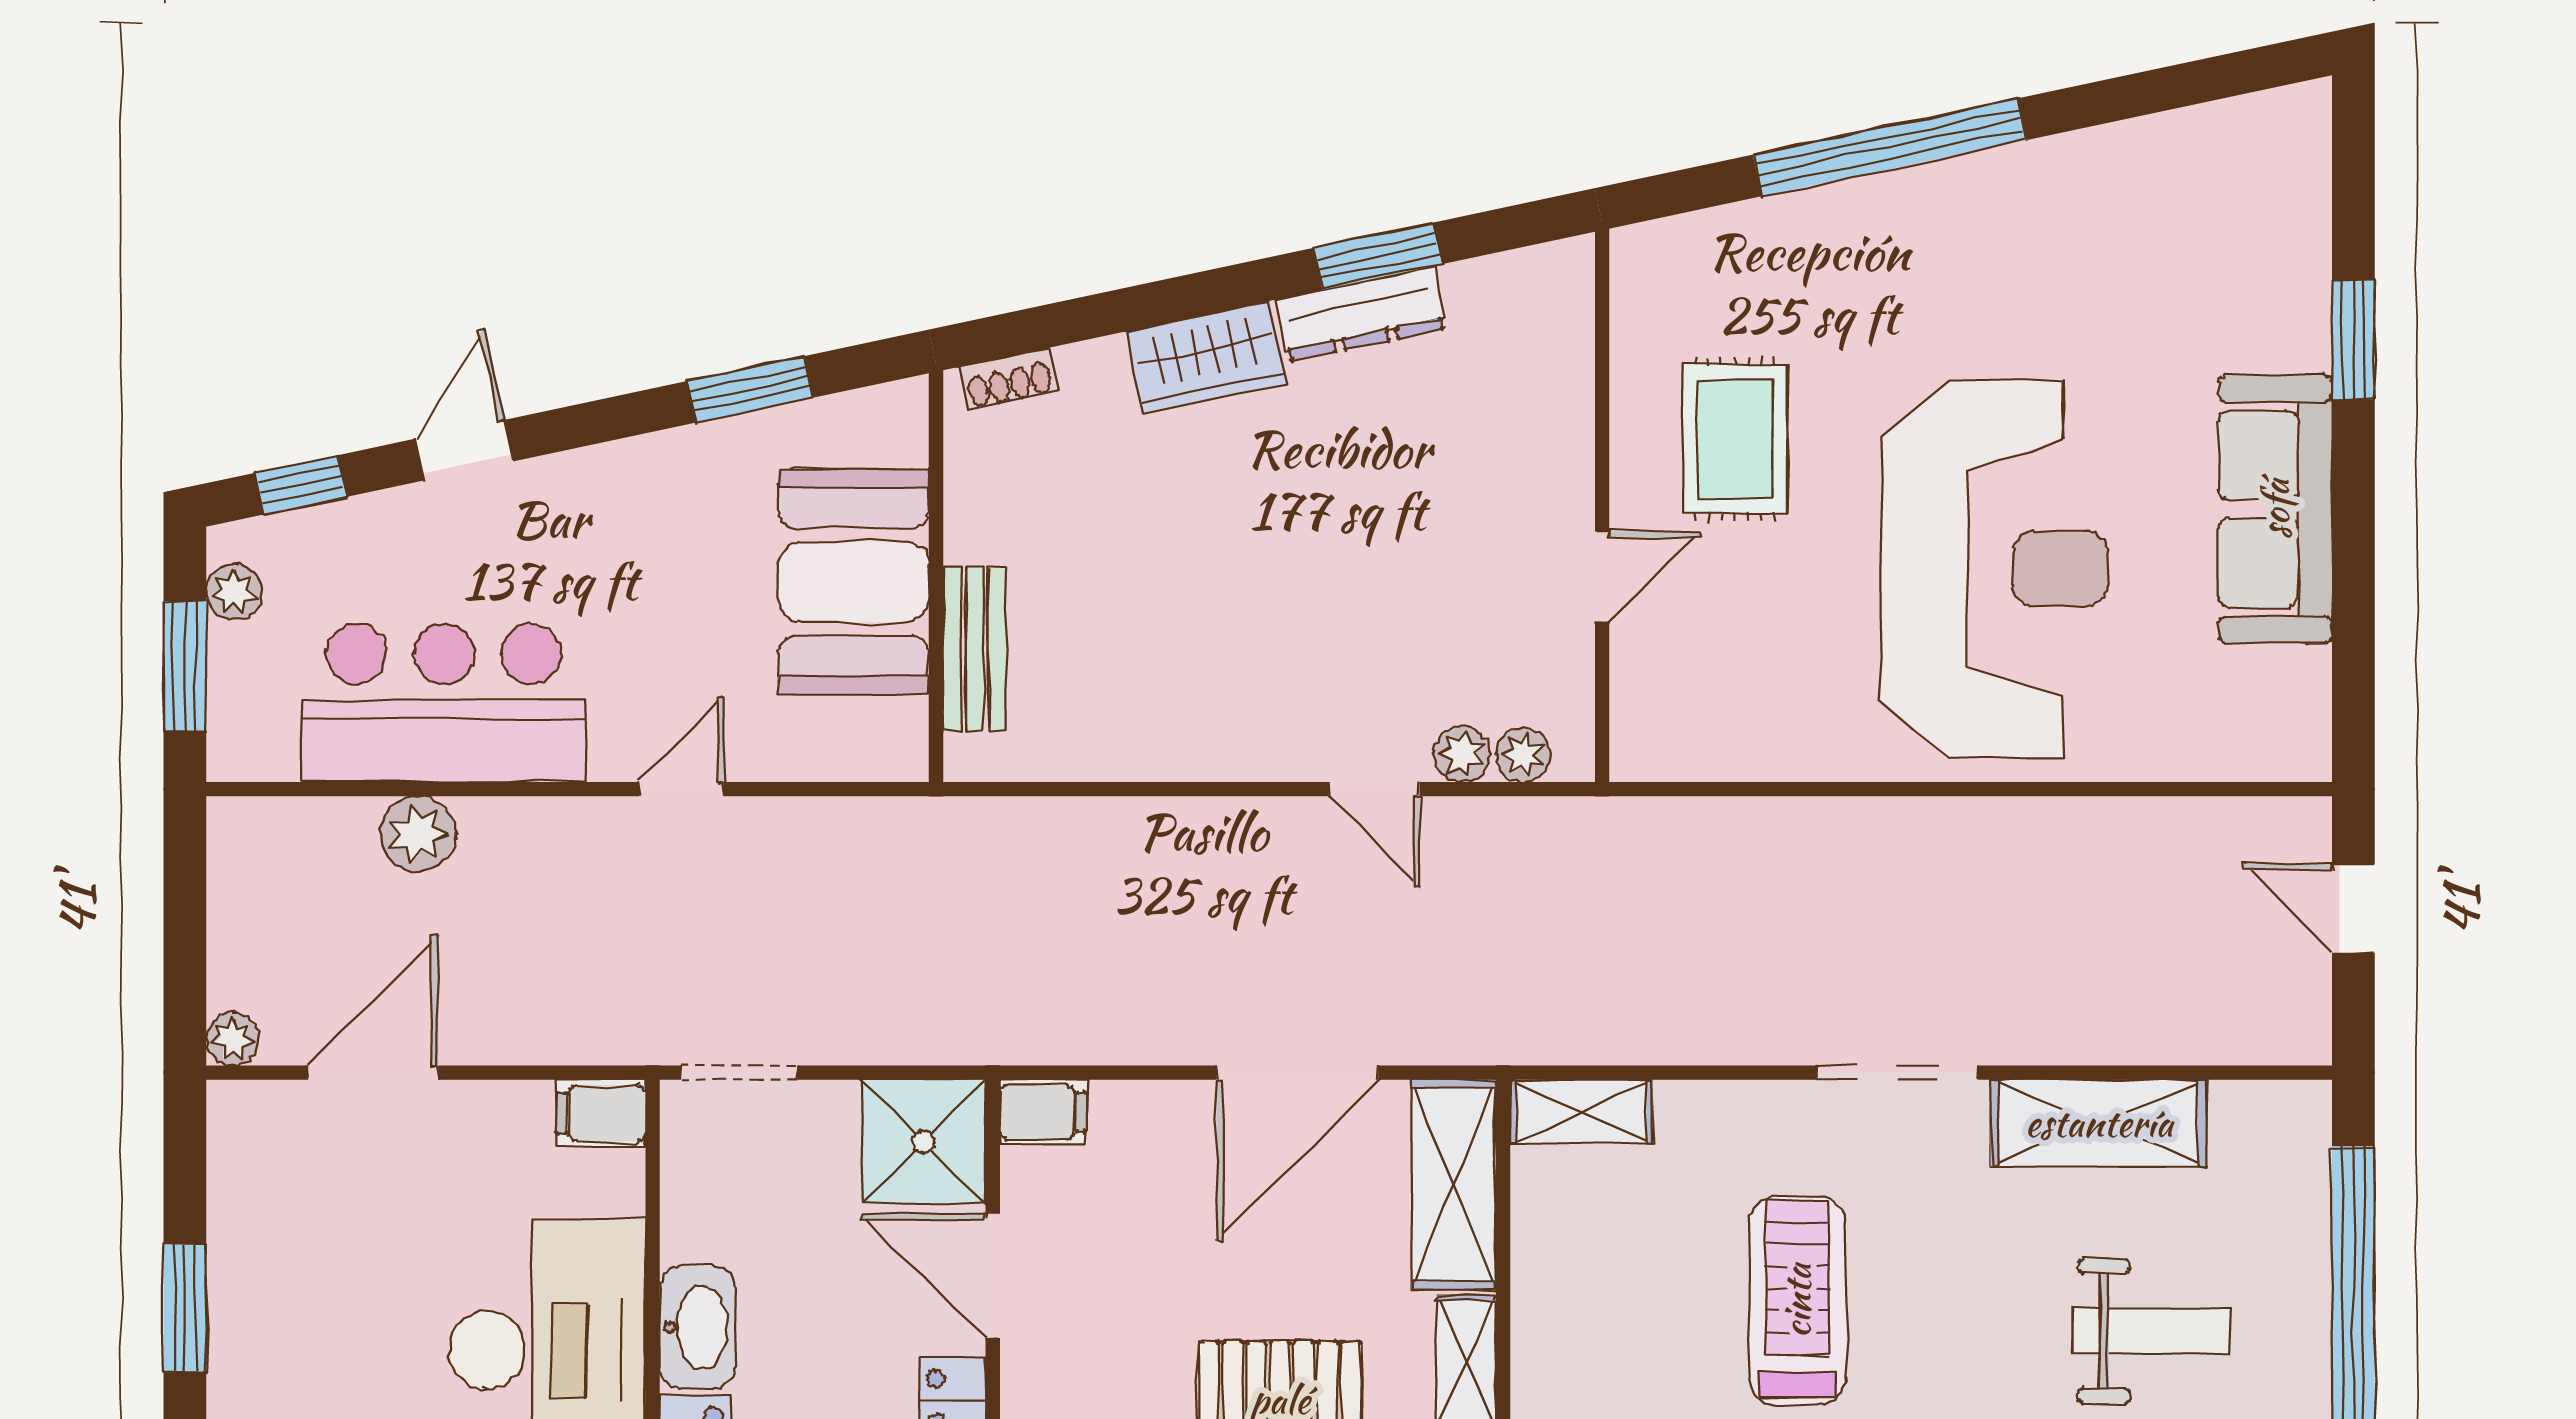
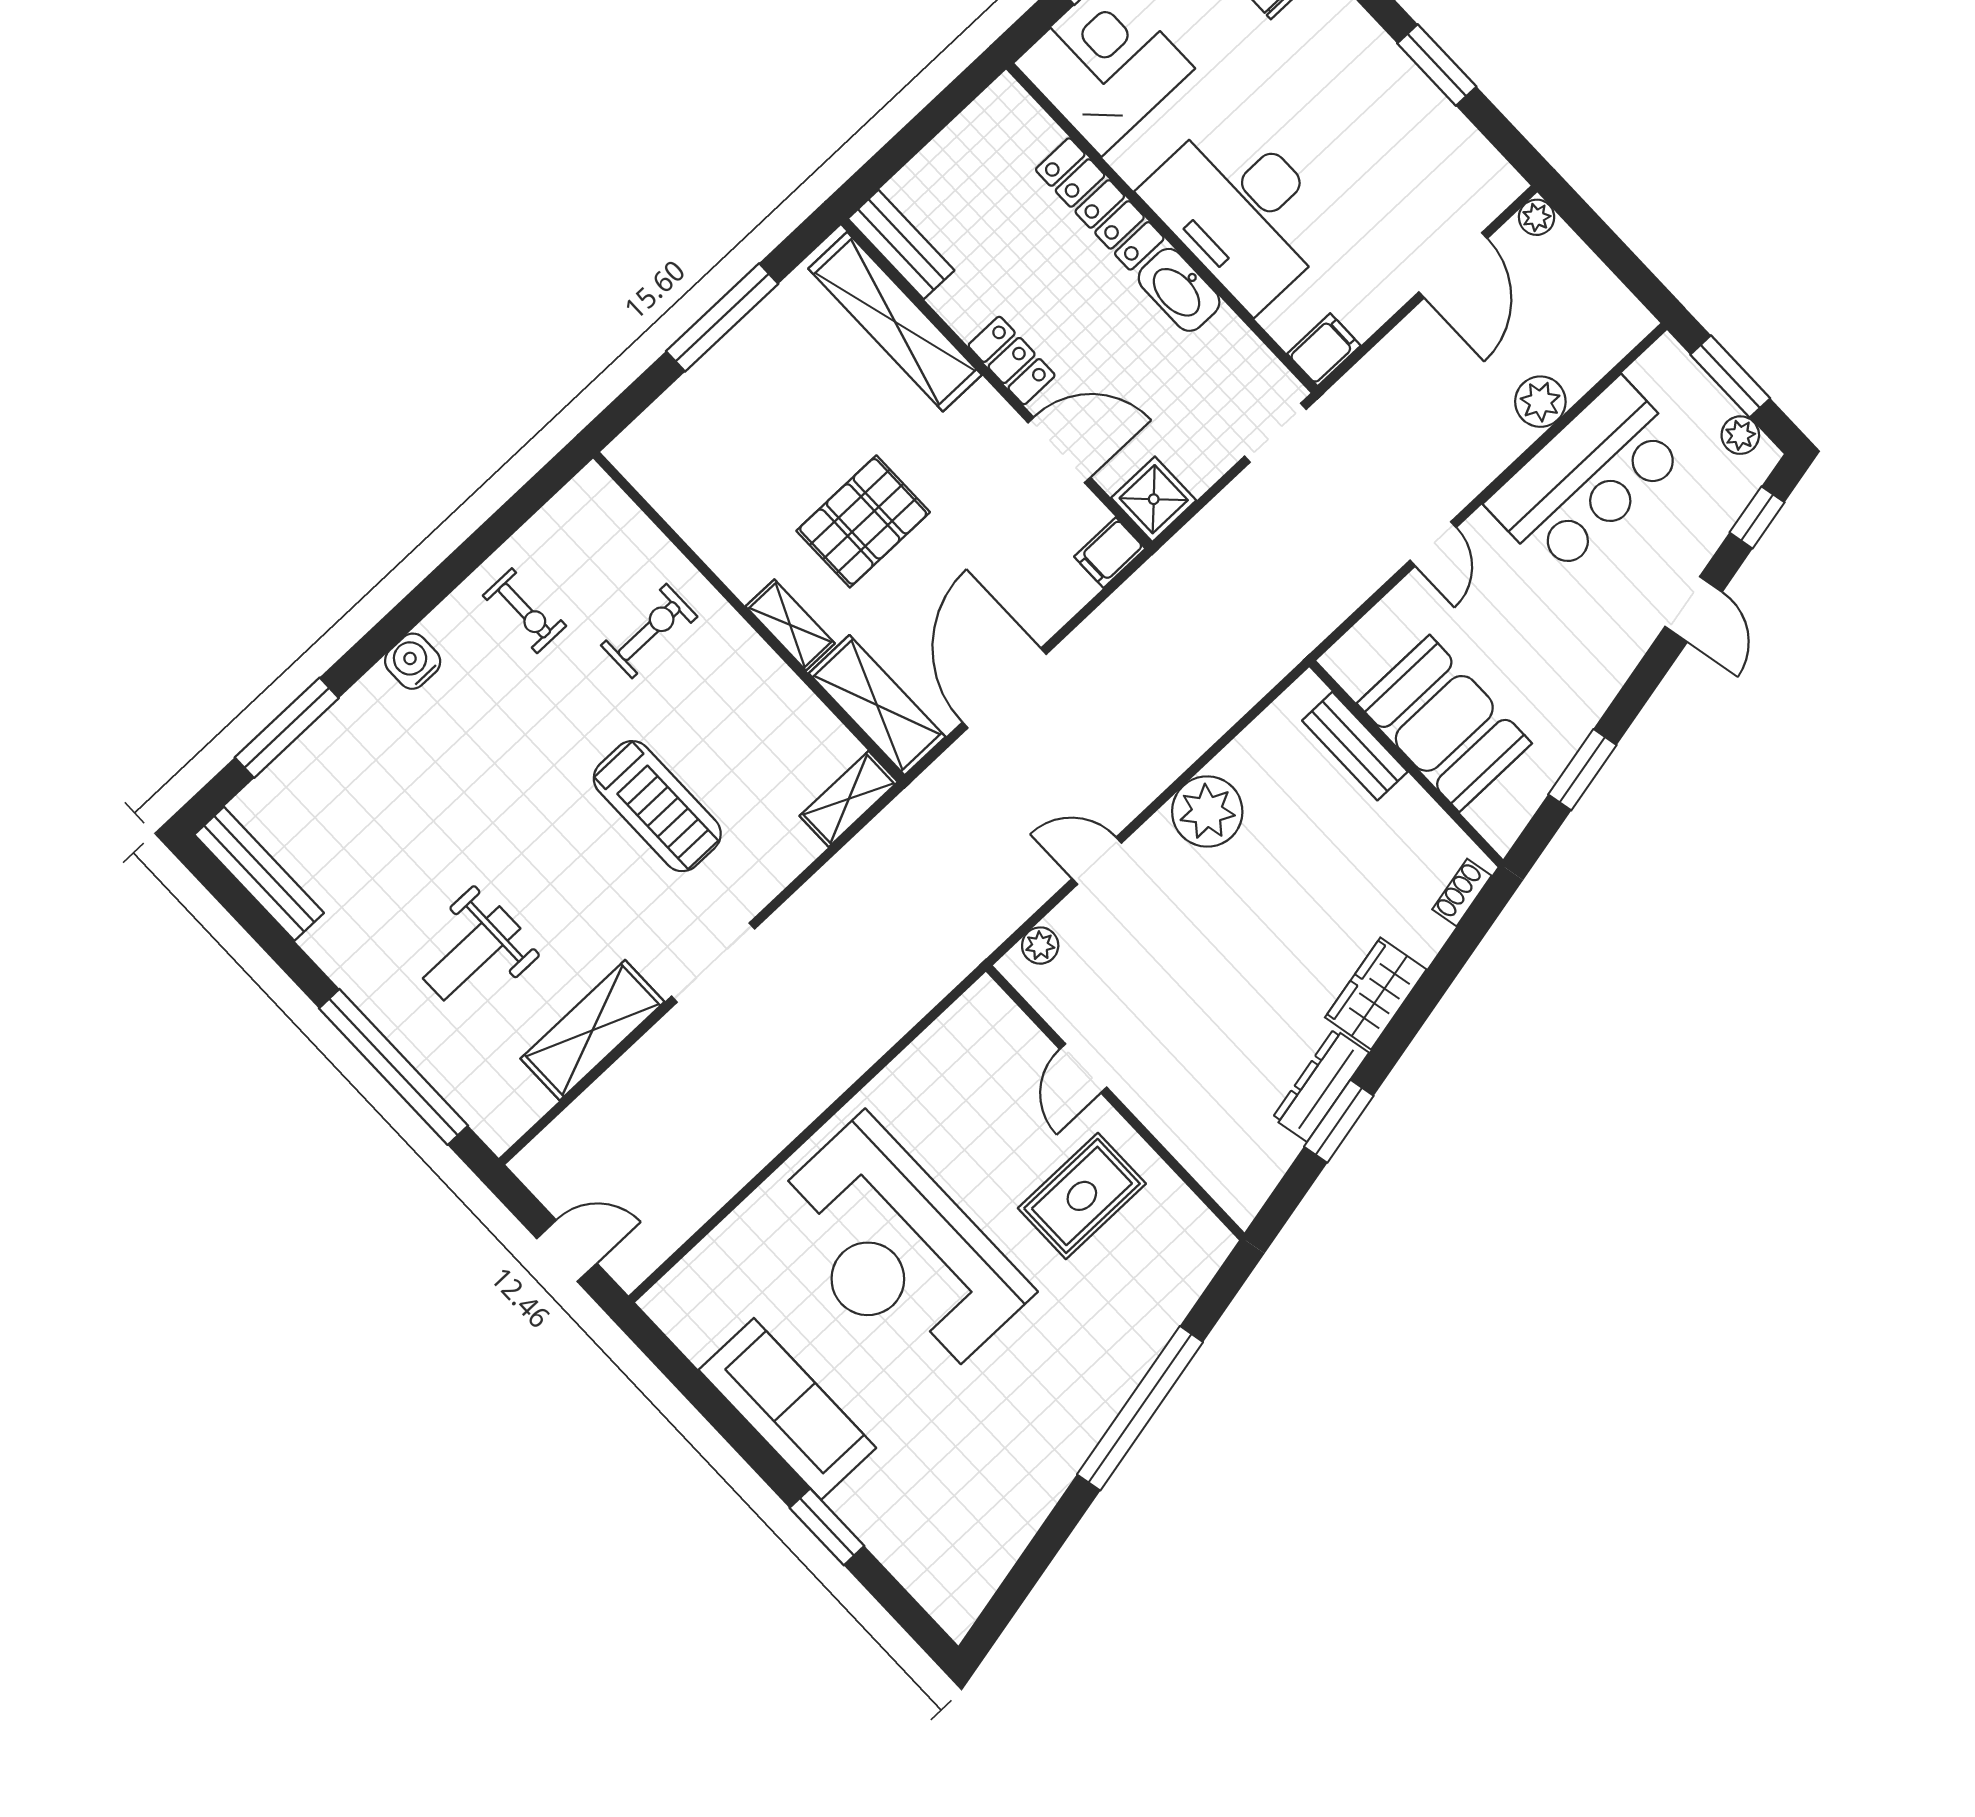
rug: (1735, 439) -> (1082, 1196), turned 90
plant: (1462, 754) -> (1207, 812), moved, width x1.88, depth x1.88
shower: (924, 1142) -> (1154, 499), width x0.73, depth x0.73

